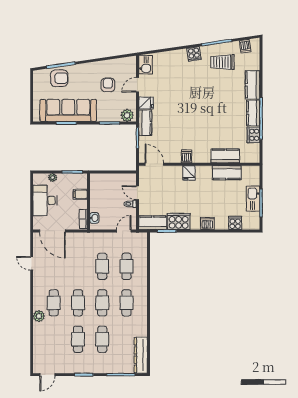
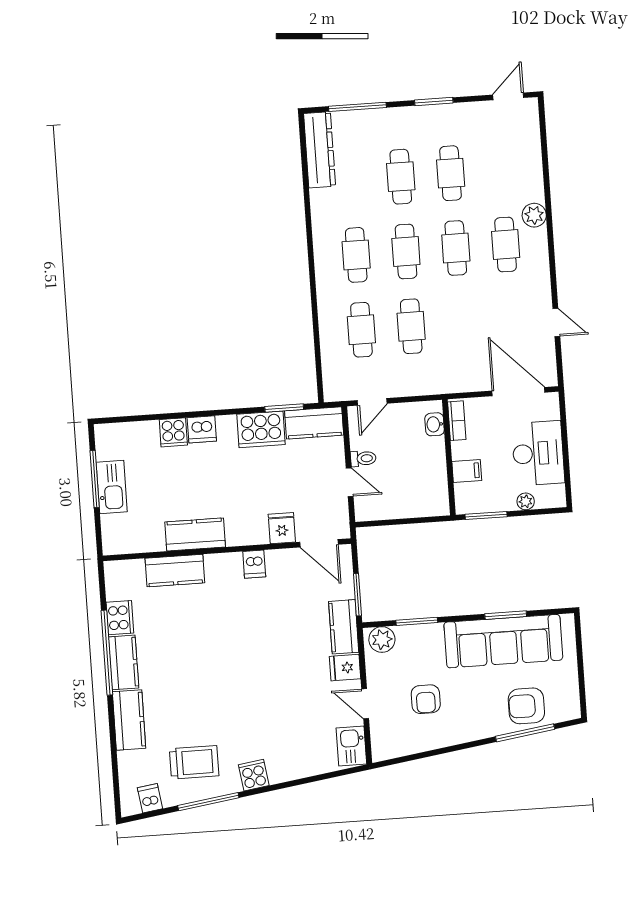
door: (137, 85) -> (365, 704), swing flipped
fridge: (189, 173) -> (282, 528), moved
kitchen counter: (227, 173) -> (195, 534), moved
cooker: (235, 223) -> (173, 432), moved

